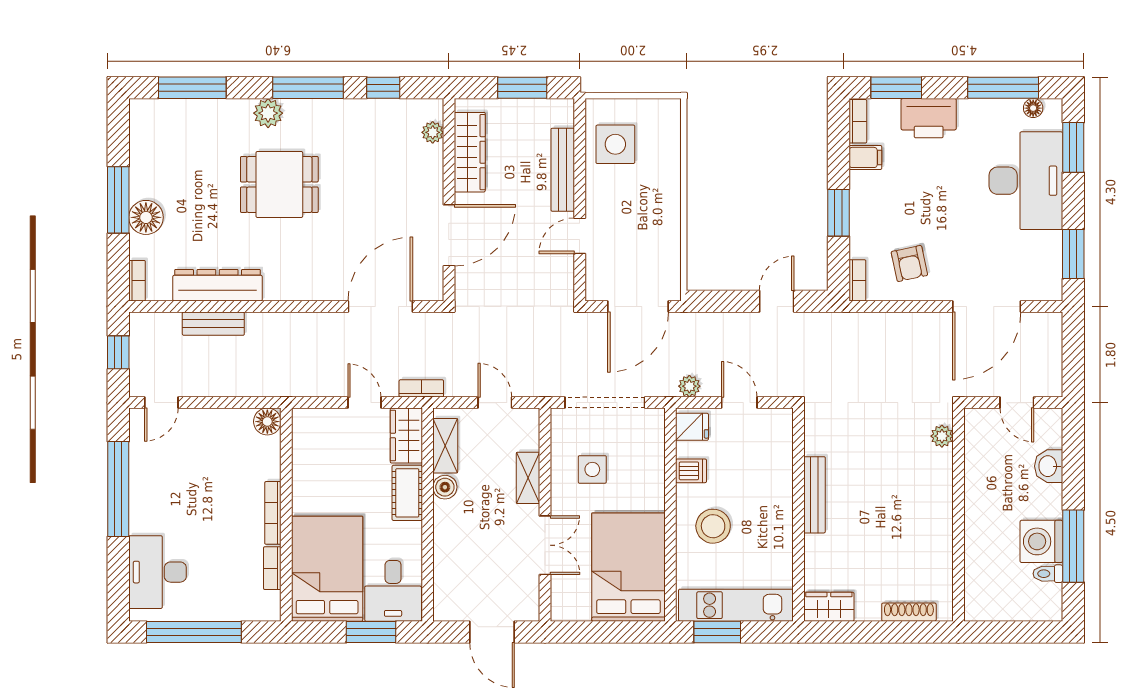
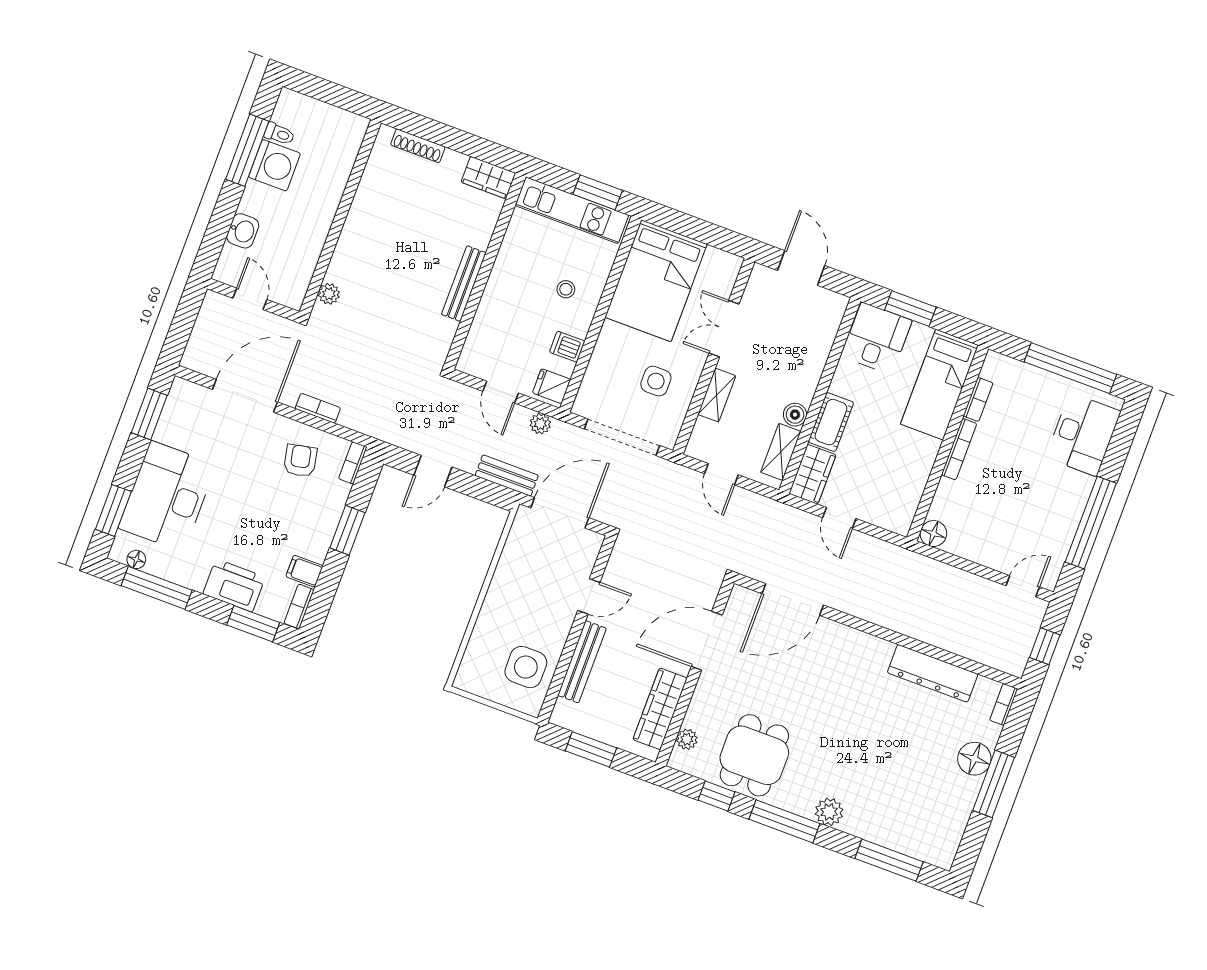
dining table: (279, 184) -> (754, 755), moved, turned 90
bench: (213, 324) -> (507, 476), moved
bookcase: (421, 388) -> (318, 408), moved, turned 180
stool: (713, 526) -> (566, 289), width x0.53, depth x0.53
bed: (327, 569) -> (939, 385), width x0.67

